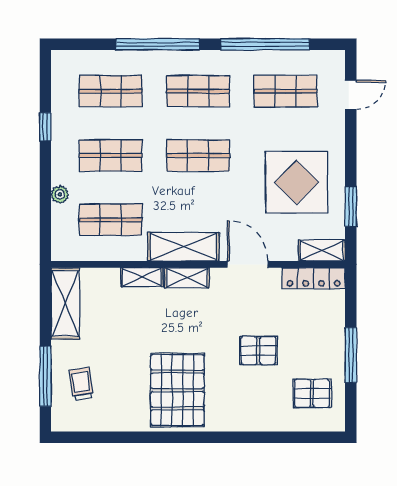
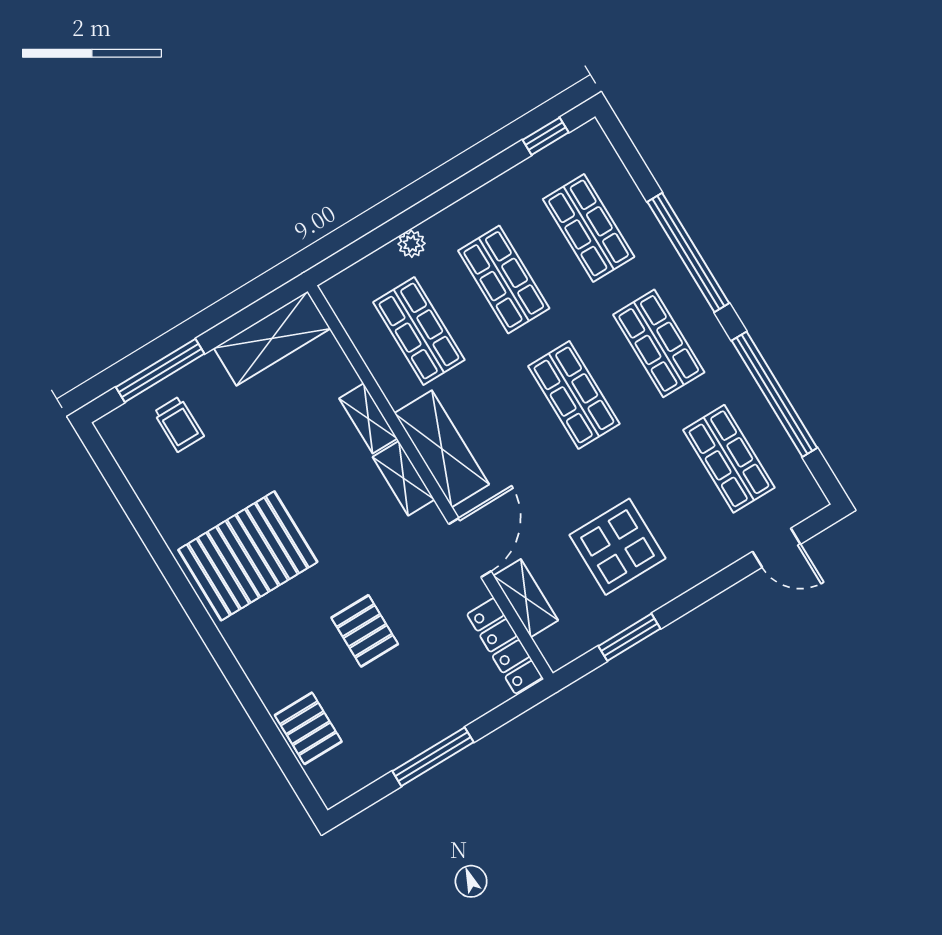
window: (45, 127) -> (546, 136), moved
display table: (297, 182) -> (617, 547), width x0.73, depth x0.73
shelving: (322, 250) -> (526, 598), moved
trolley: (81, 384) -> (179, 424), turned 98
pallet: (312, 393) -> (308, 728), moved

